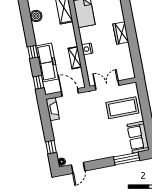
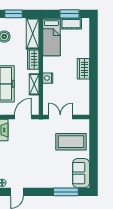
wardrobe: (69, 33) -> (33, 60), added
door: (70, 92) -> (23, 117), hinge flipped

